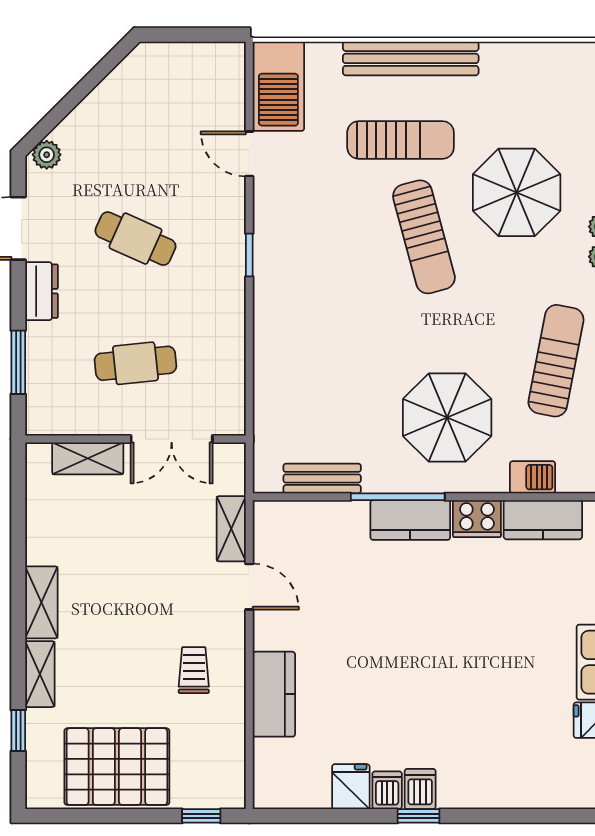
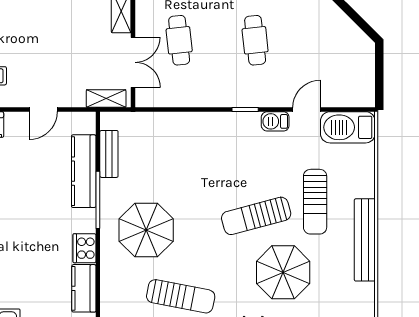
bench: (411, 58) -> (365, 240), moved
cafe table: (135, 239) -> (255, 40), turned -30
double door: (172, 439) -> (133, 62), swing flipped
barbecue: (533, 477) -> (275, 121), moved, turned 90
kitchen counter: (410, 520) -> (84, 171), moved, width x1.50
shelving: (231, 529) -> (106, 99), moved

